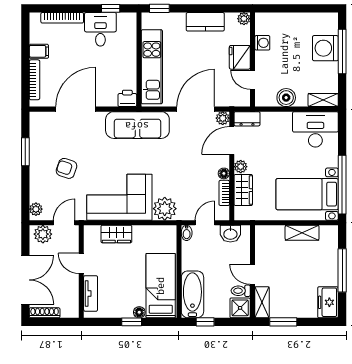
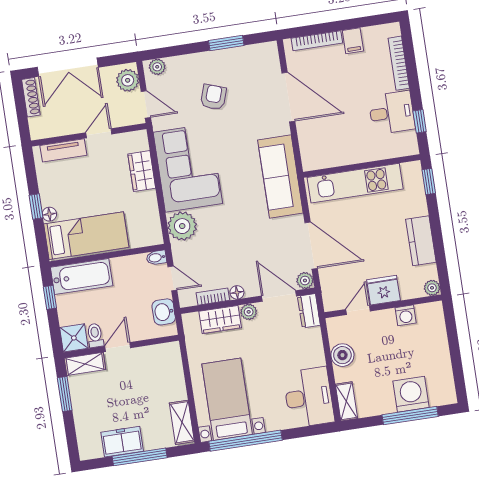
printer: (127, 98) -> (311, 159), removed
shelving: (302, 233) -> (182, 422), moved
freezer: (328, 302) -> (122, 442), moved

